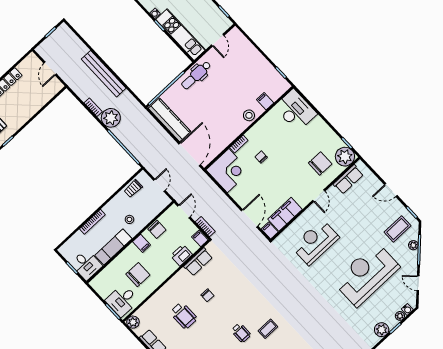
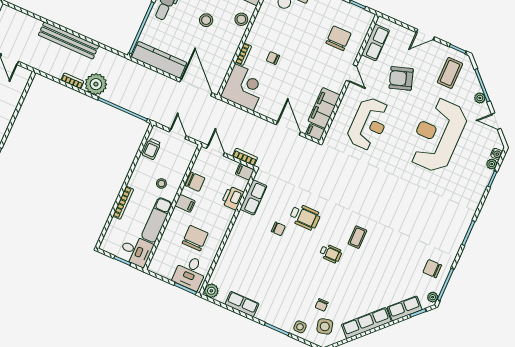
stool: (221, 104) -> (206, 20), added
plant: (345, 157) -> (362, 20), removed
armchair: (357, 217) -> (401, 78), added
reception desk: (315, 242) -> (369, 124), turned 180
plant: (413, 245) -> (480, 98), moved
wheelchair: (184, 316) -> (305, 217), moved
plant: (382, 330) -> (478, 187), removed

